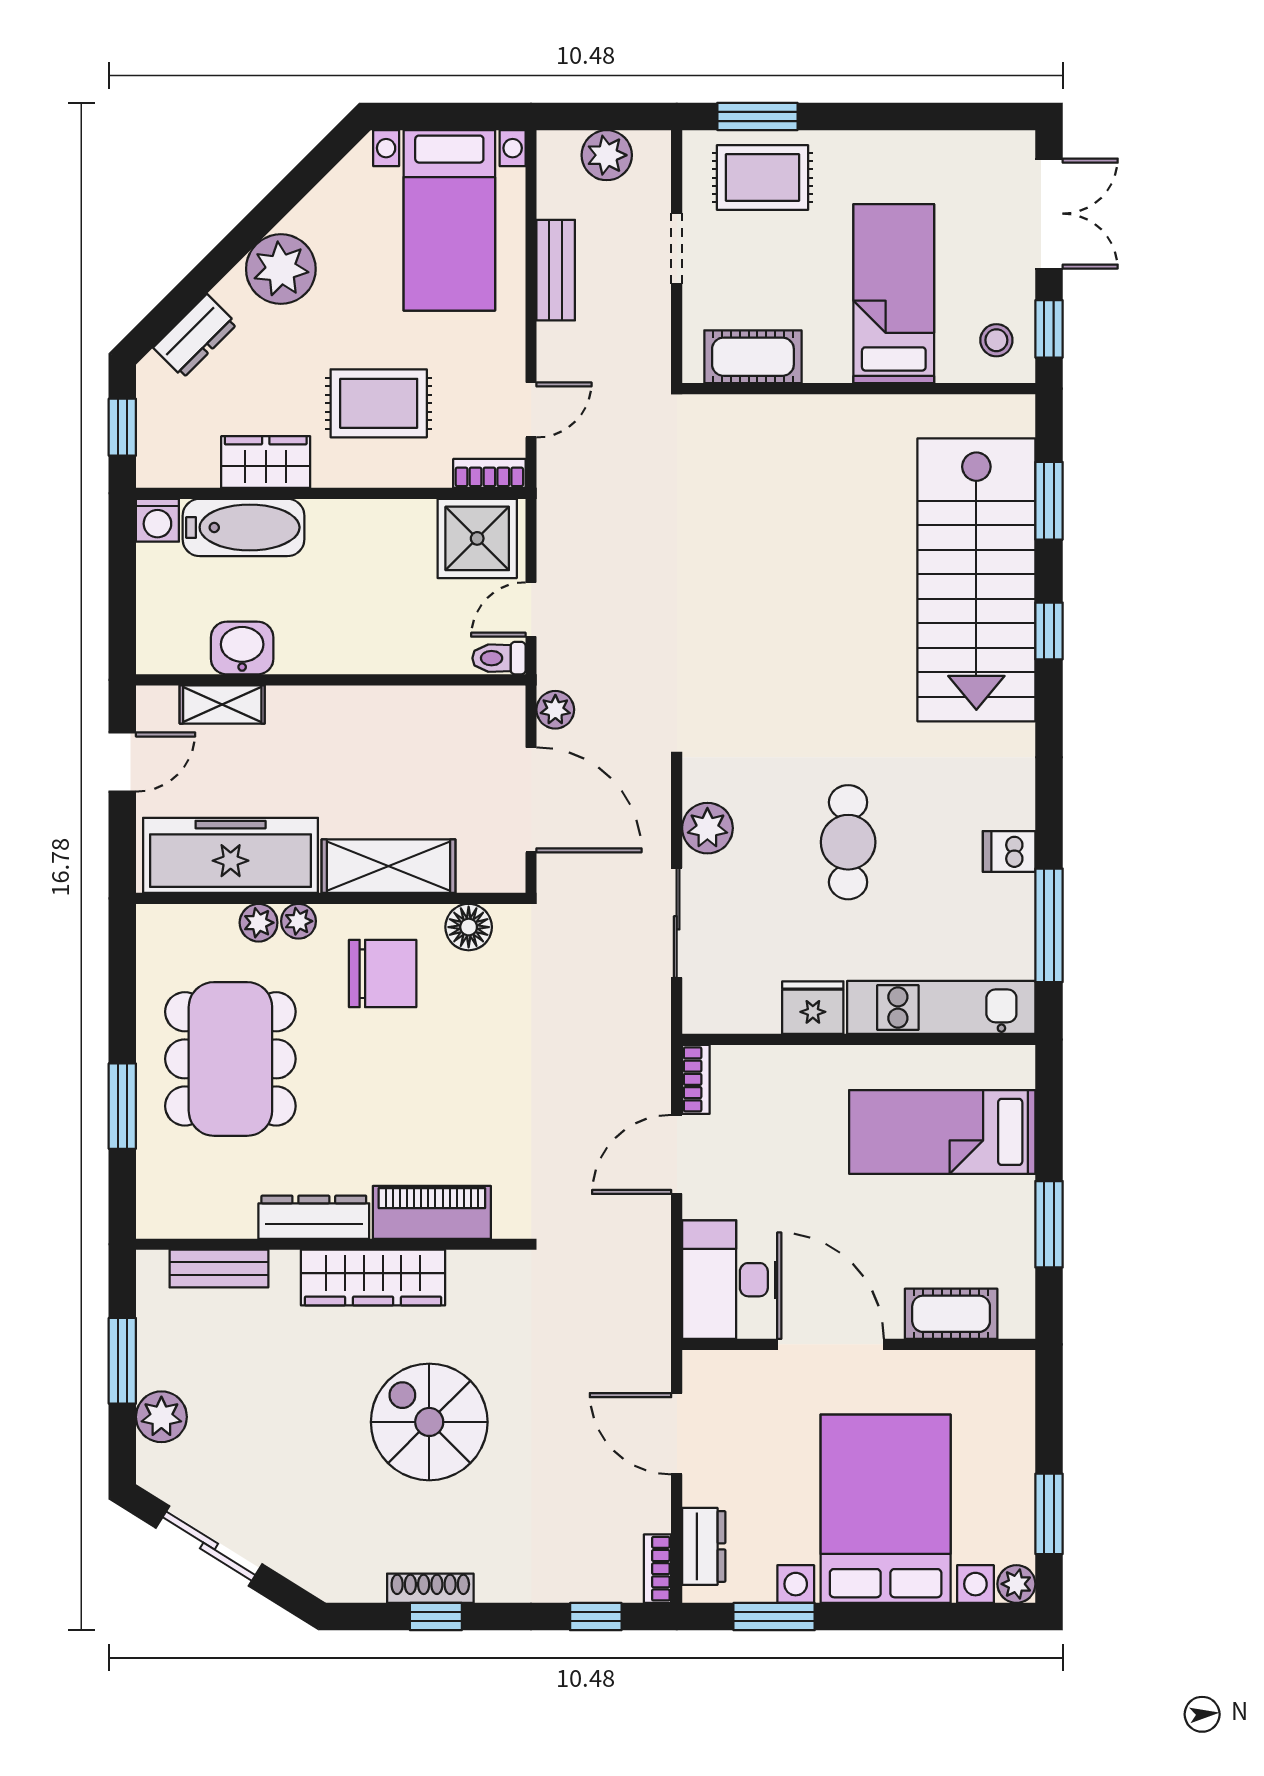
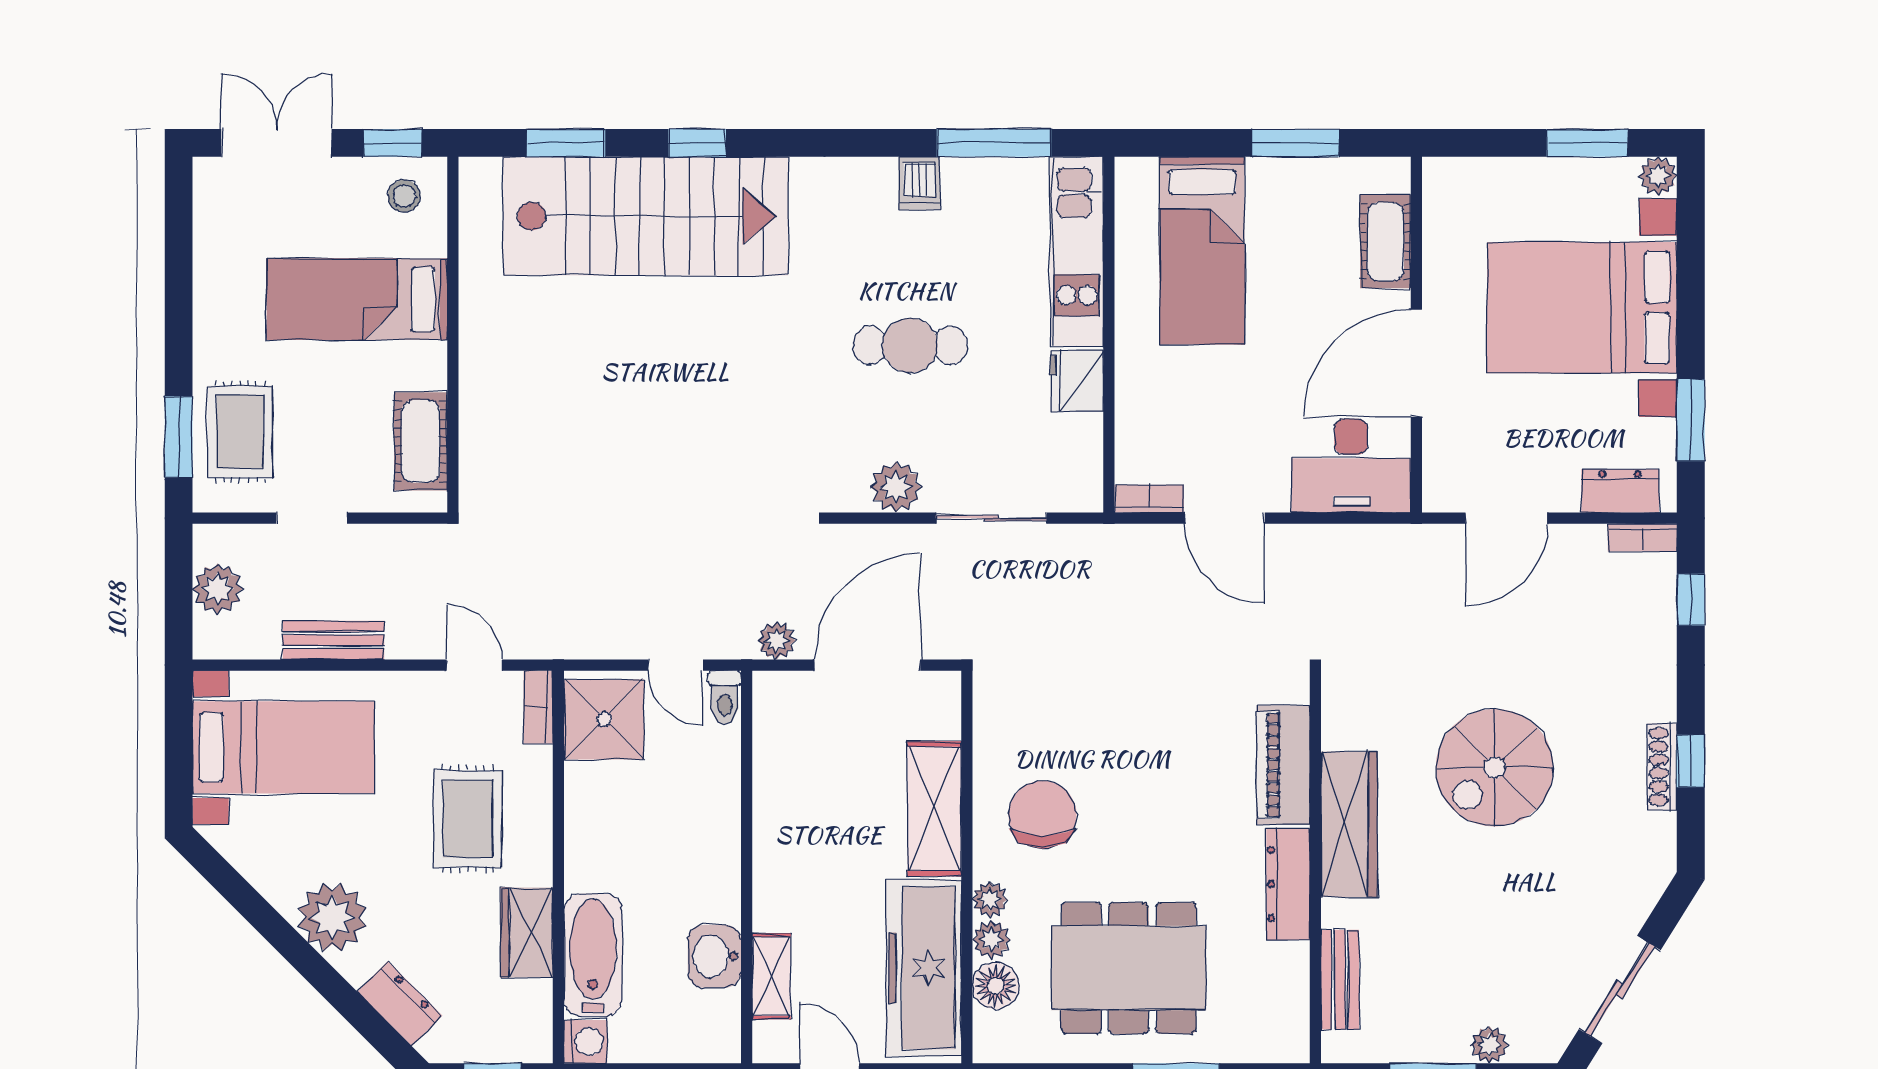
floor lamp: (469, 927) -> (996, 986), moved
plant: (161, 1417) -> (1489, 1045), width x0.73, depth x0.73

